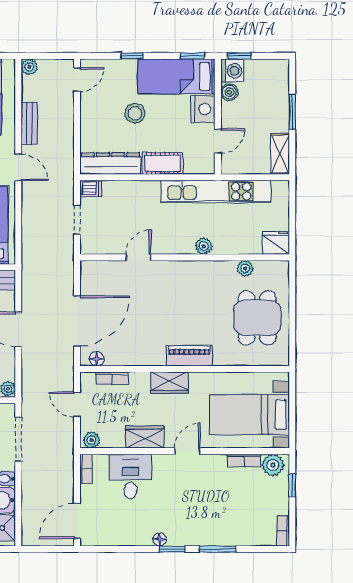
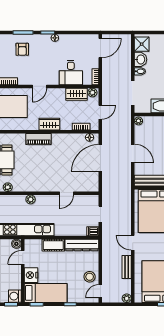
boiler: (229, 92) -> (16, 244), moved
stool: (135, 113) -> (90, 277), moved
door: (77, 404) -> (100, 112), hinge flipped
wardrobe: (145, 437) -> (76, 94), moved
armchair: (219, 519) -> (22, 49), added

